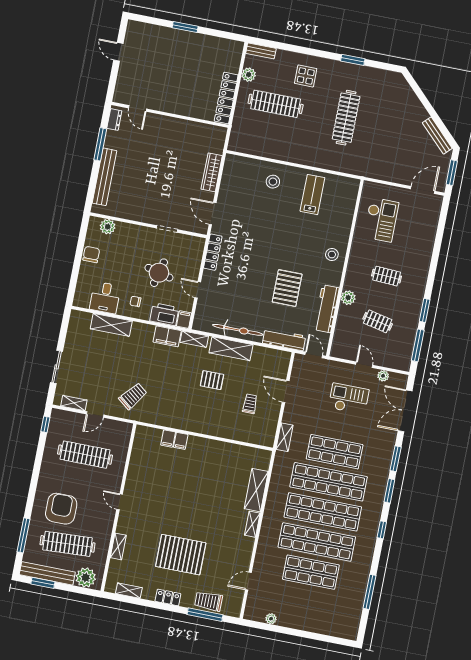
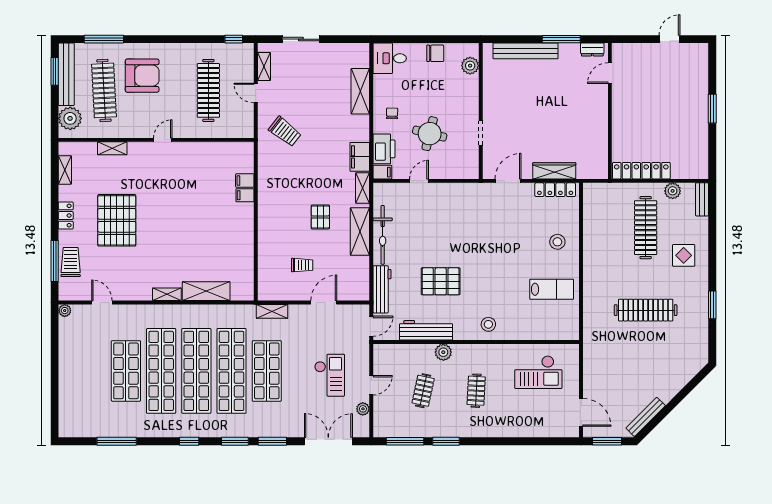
locker: (213, 252) -> (555, 190), moved
desk: (105, 298) -> (390, 58), moved
plant: (271, 619) -> (65, 311), moved

